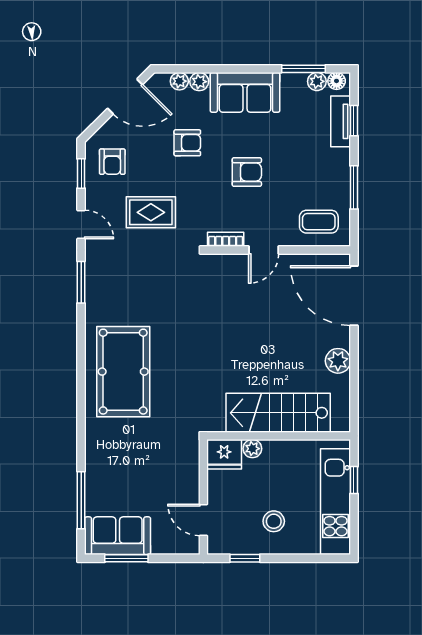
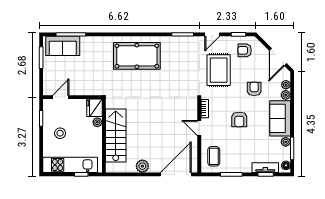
plant: (317, 81) -> (286, 142), moved
armchair: (187, 143) -> (254, 89), turned 180
rug: (151, 212) -> (219, 70), width x1.36, depth x1.43
sofa: (118, 536) -> (63, 46), moved, turned 90

